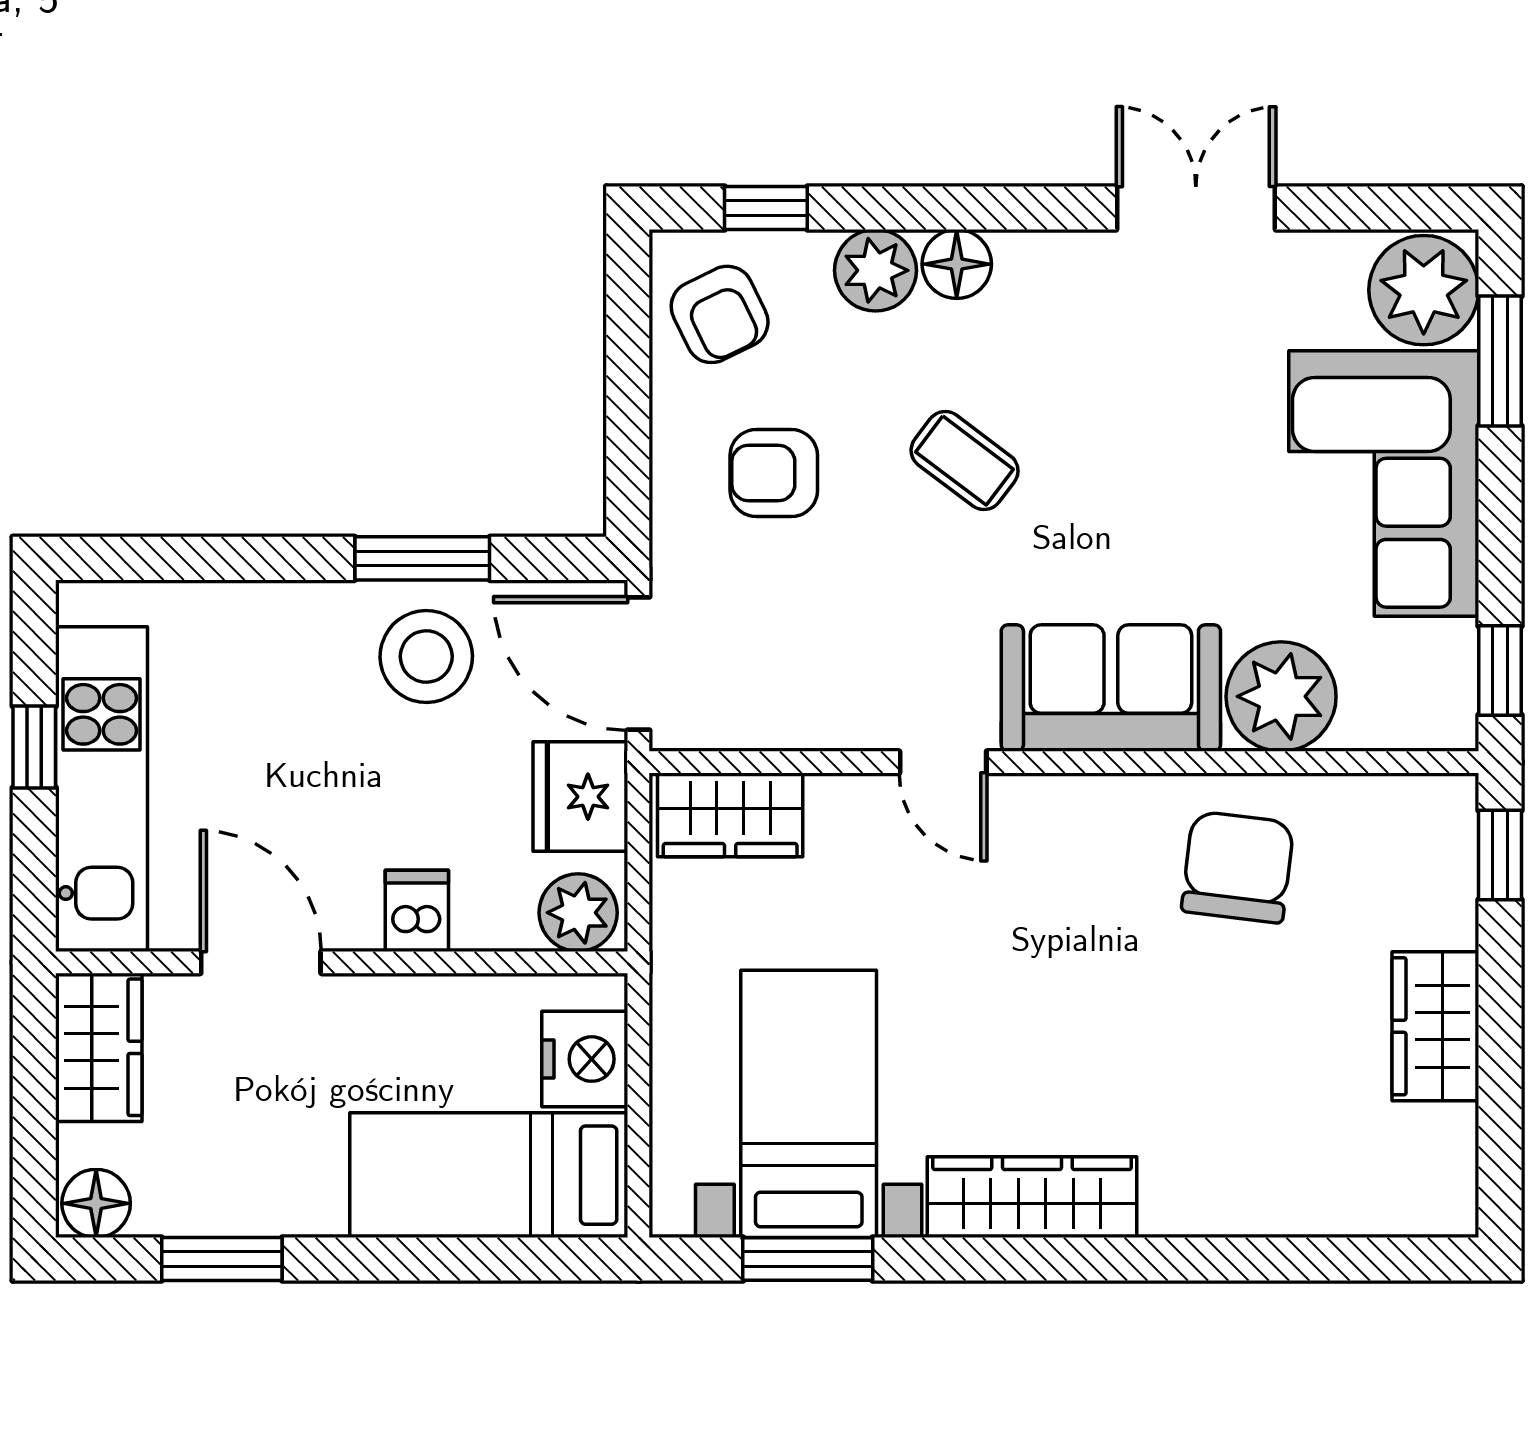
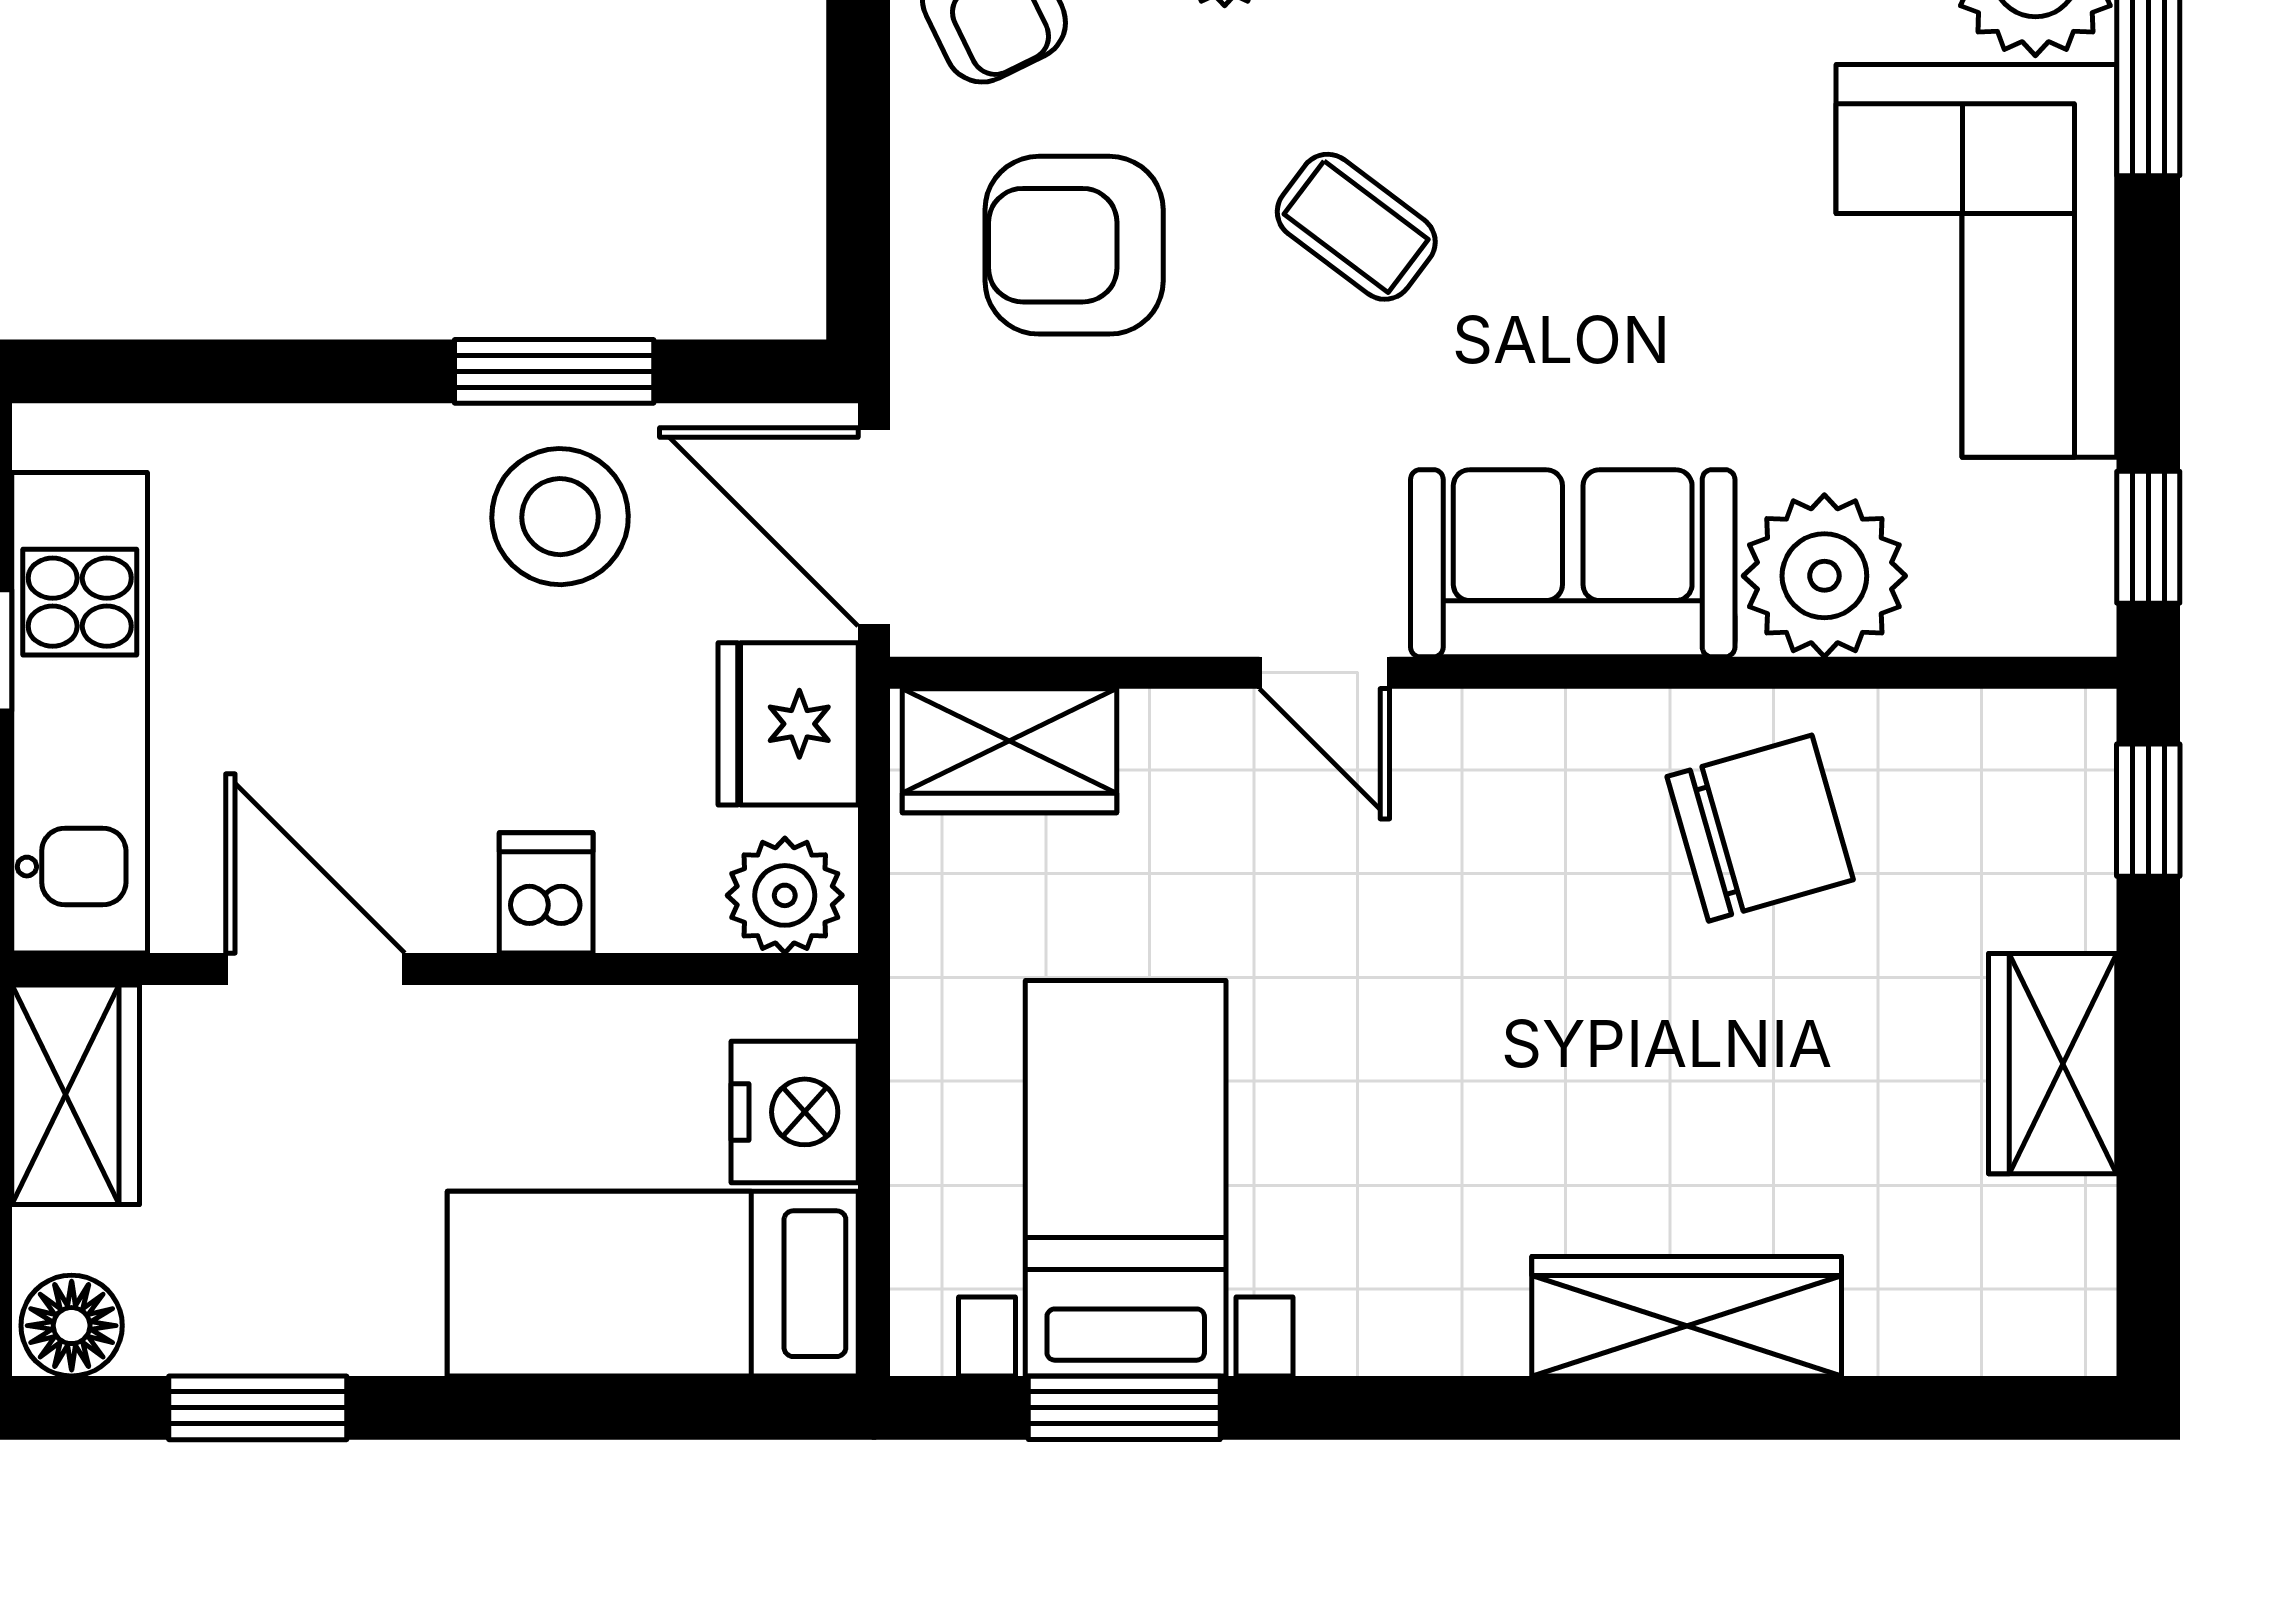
armchair: (774, 473) -> (1074, 245), width x1.38, depth x1.38
chair: (1238, 867) -> (1760, 828), turned 67
wardrobe: (1032, 1197) -> (1687, 1316), moved

